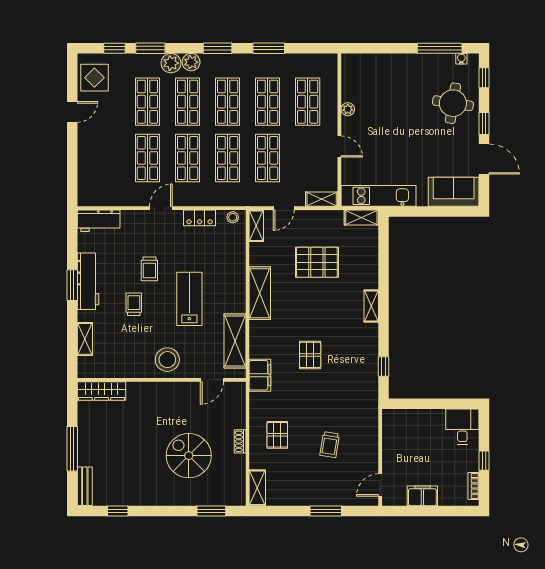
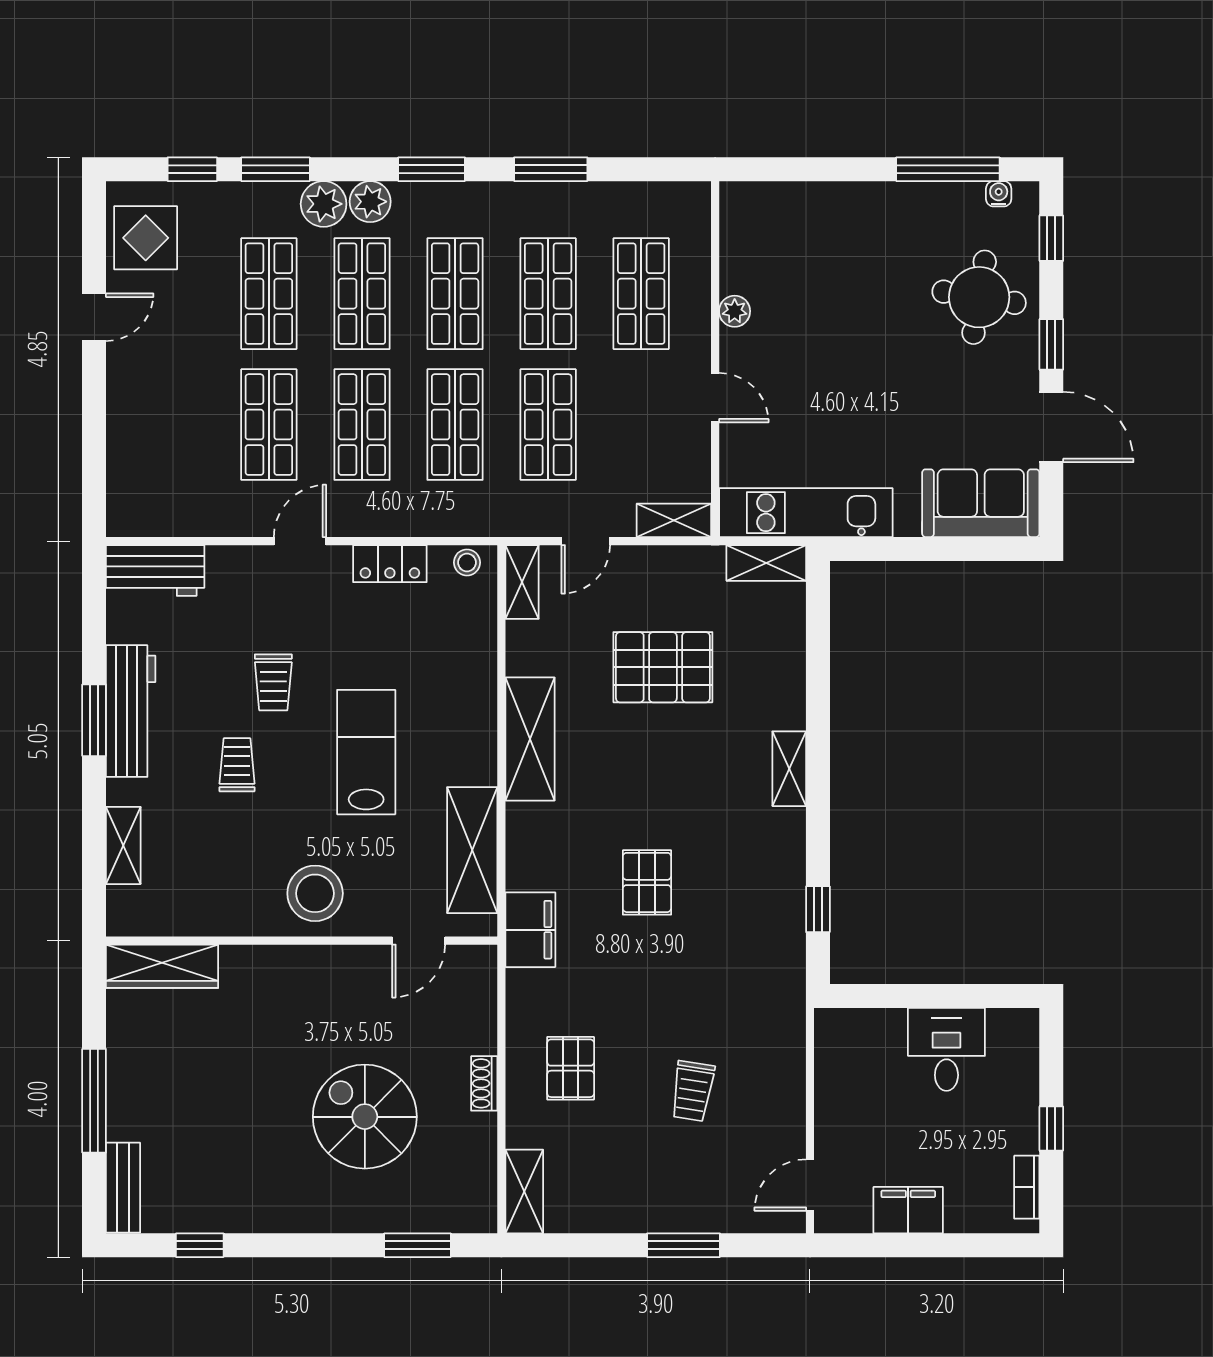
desk: (462, 427) -> (946, 1049), moved

